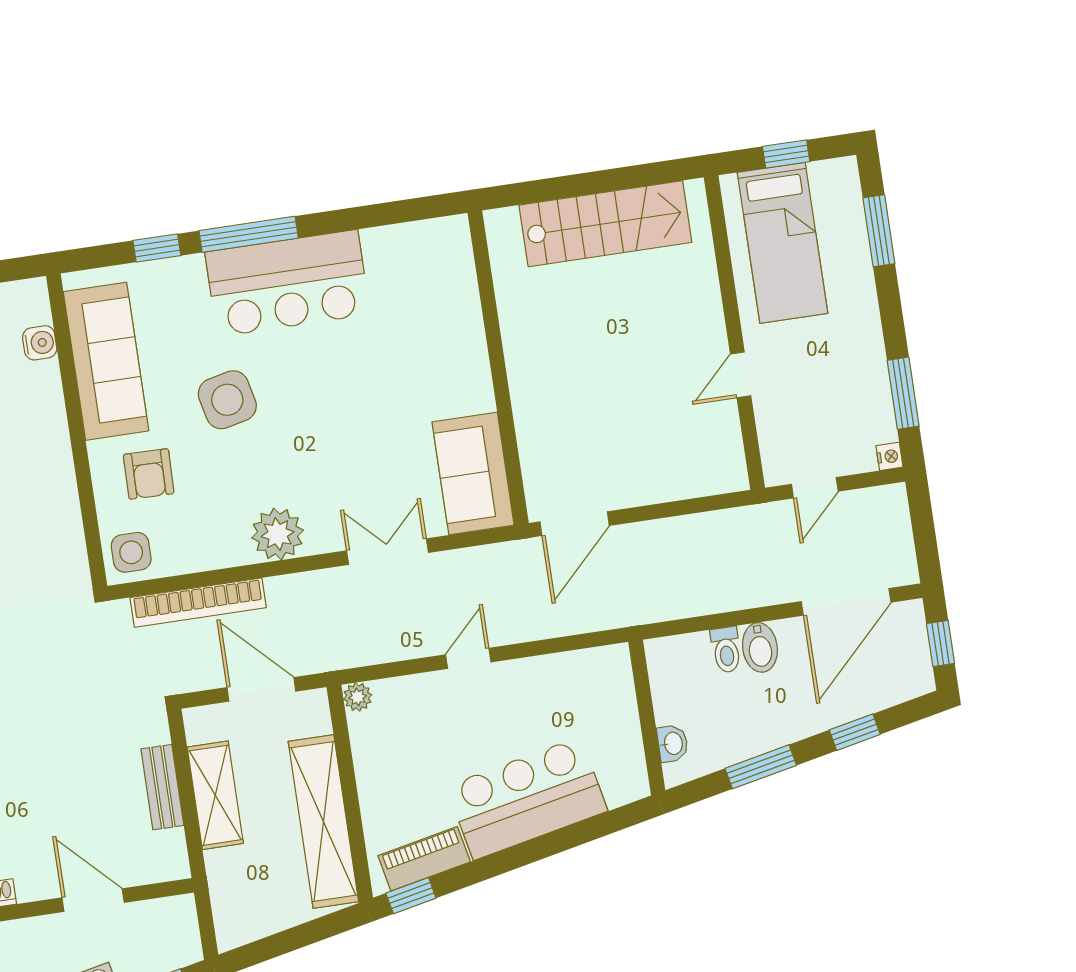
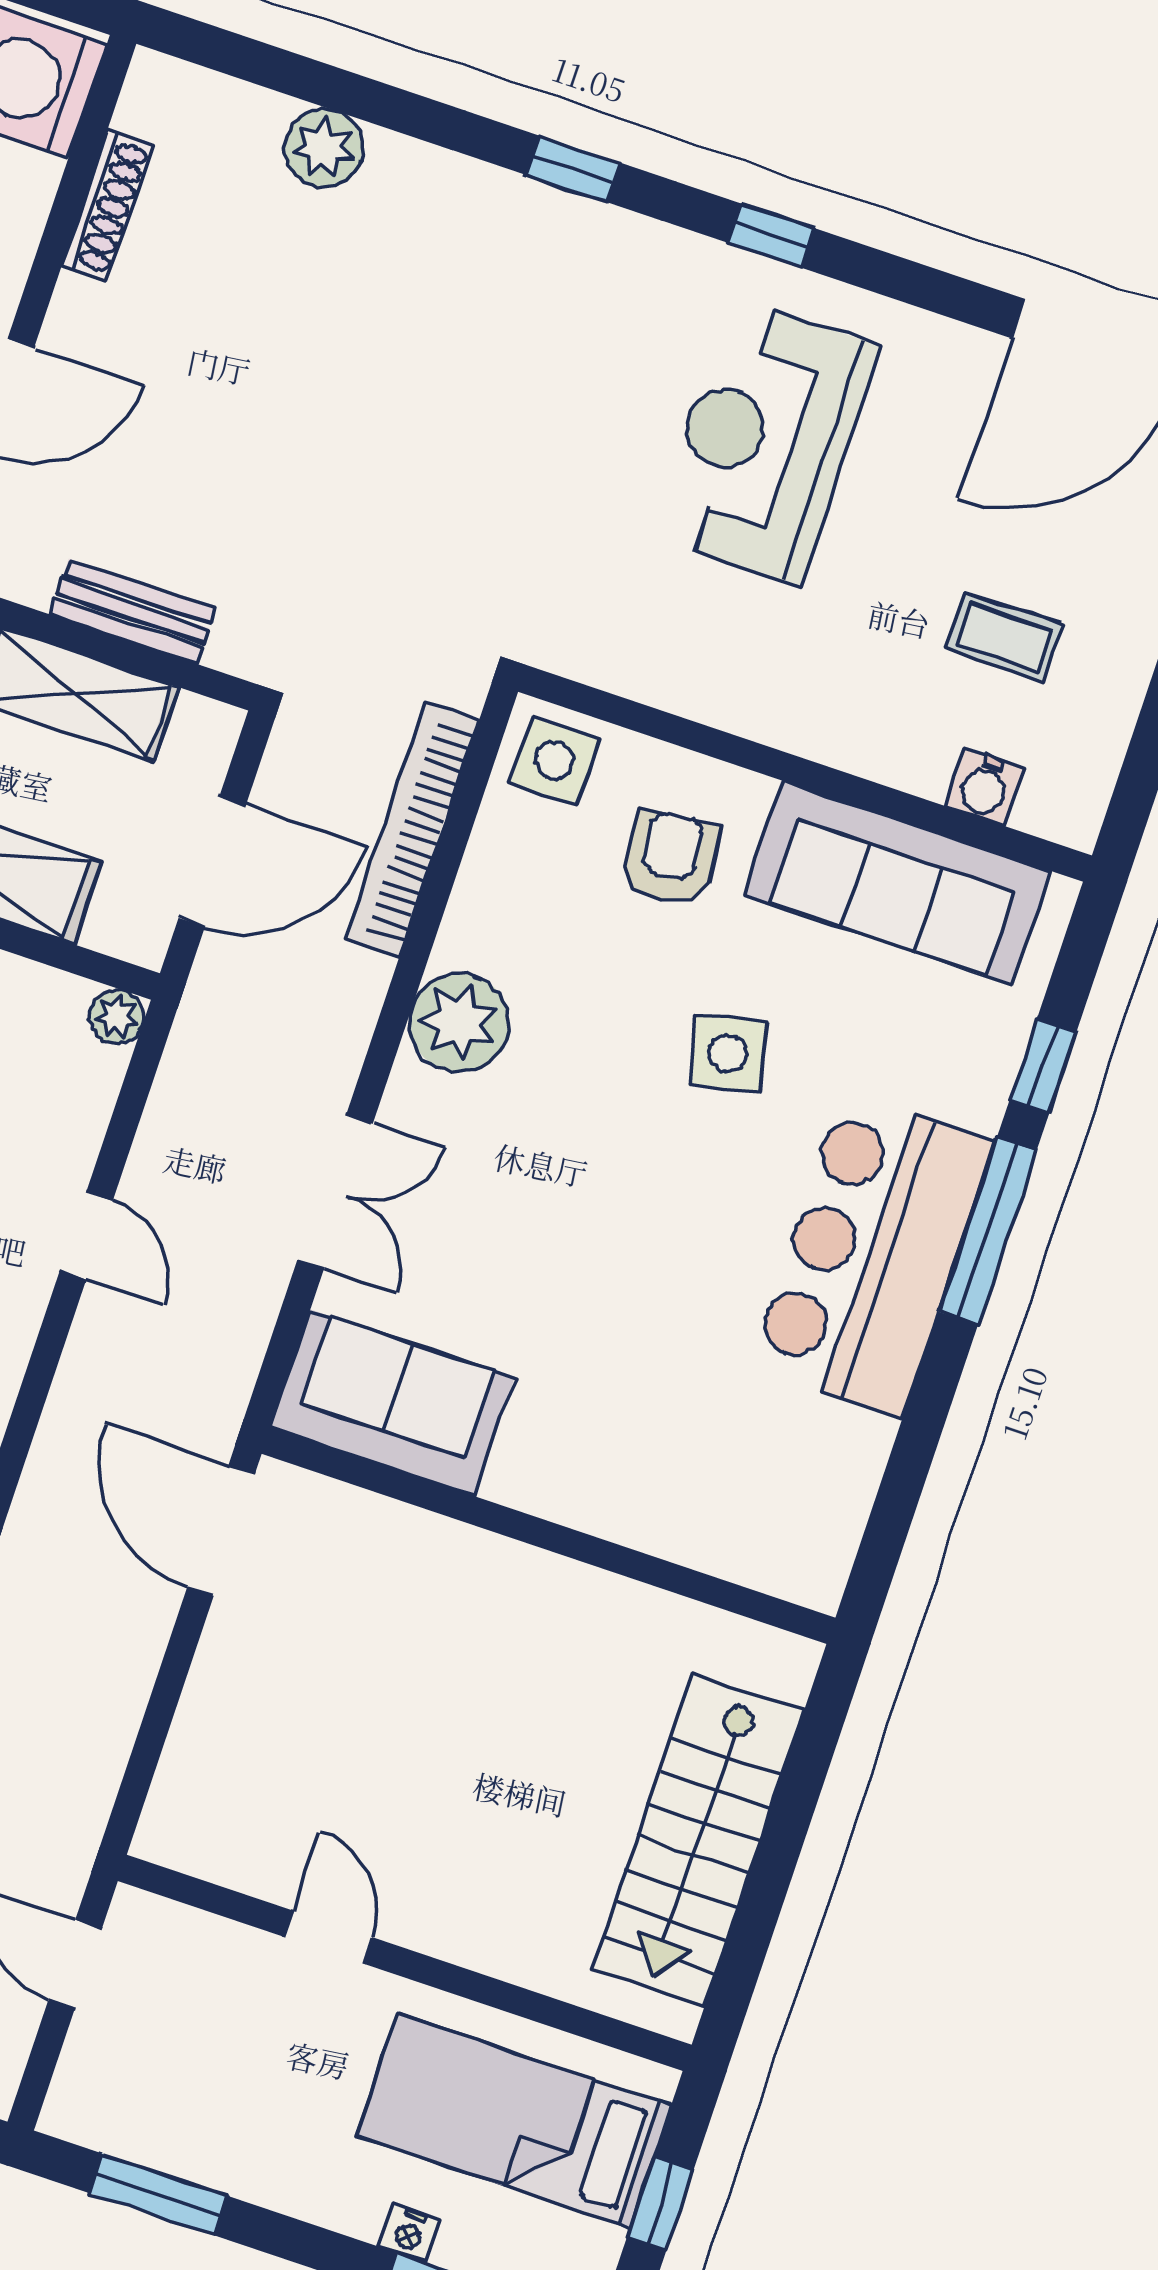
side table: (227, 400) -> (728, 1053), width x0.73, depth x0.73
nightstand: (889, 456) -> (409, 2233), moved
armchair: (149, 474) -> (671, 858), turned 83

